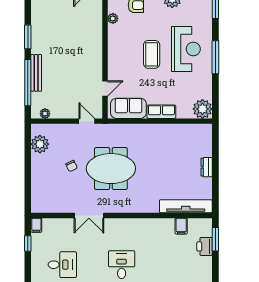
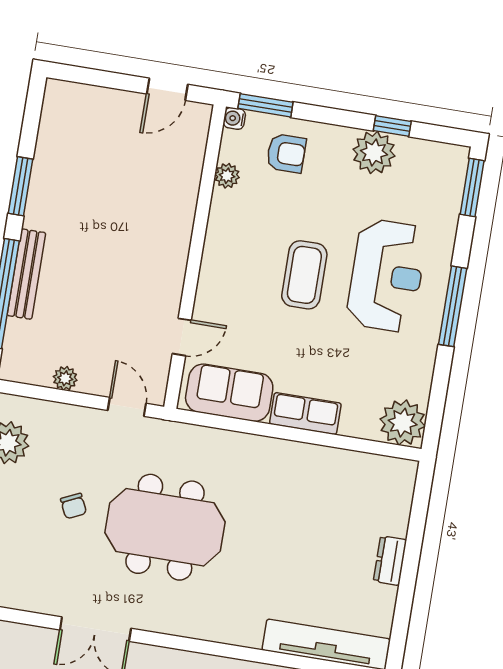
plant: (45, 114) -> (65, 378), moved

